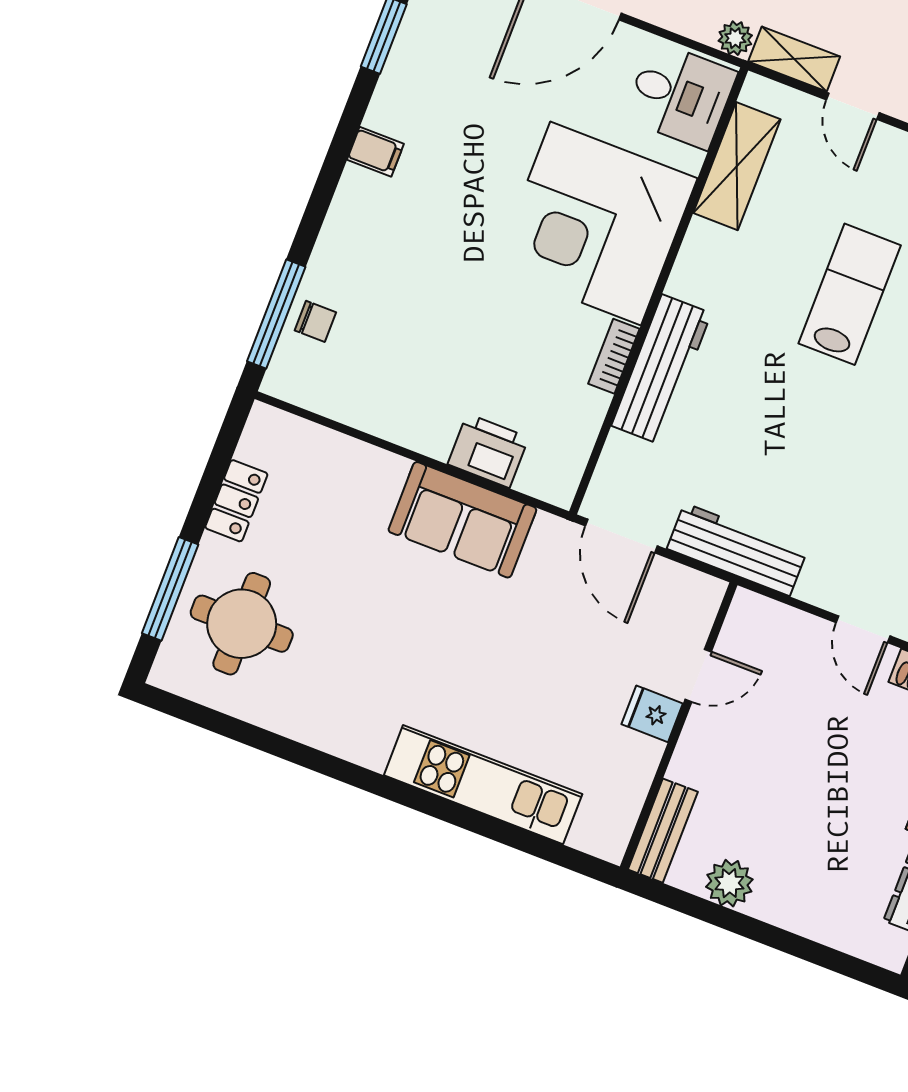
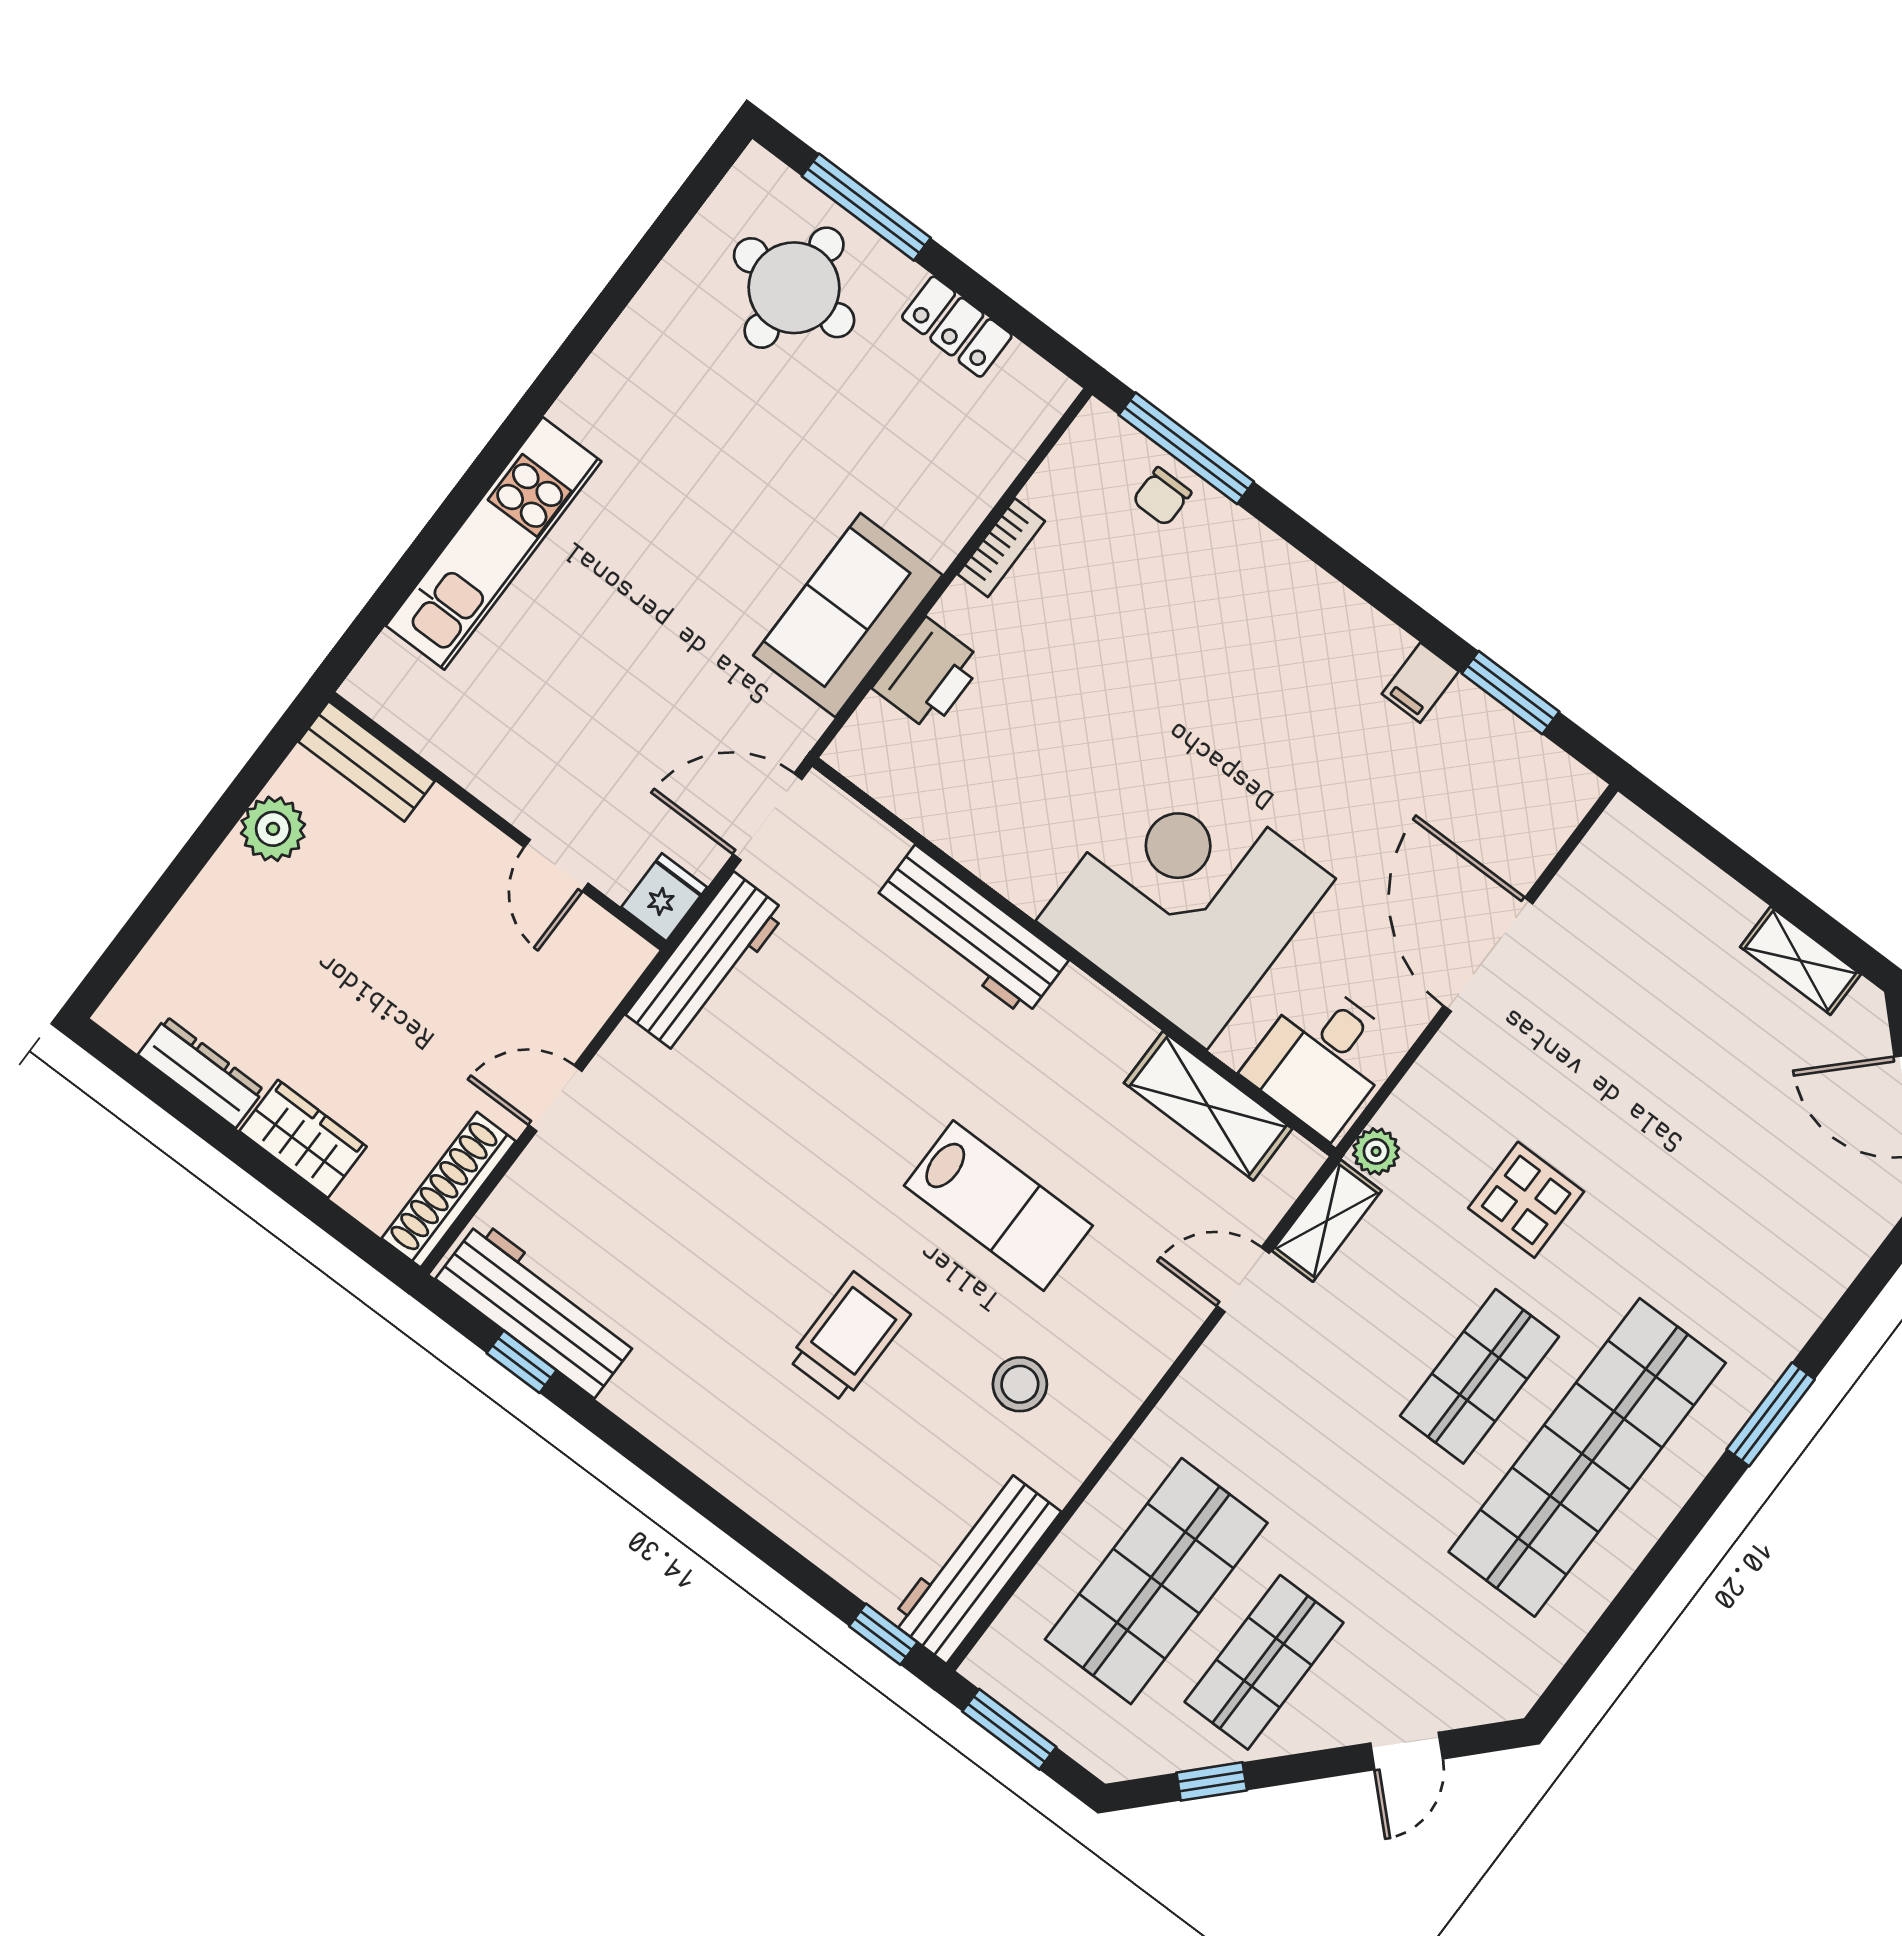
filing cabinet: (375, 152) -> (1420, 683), moved
bookcase: (614, 356) -> (1001, 548), moved, turned 90
fridge: (652, 714) -> (664, 897), moved

